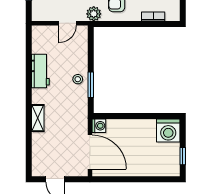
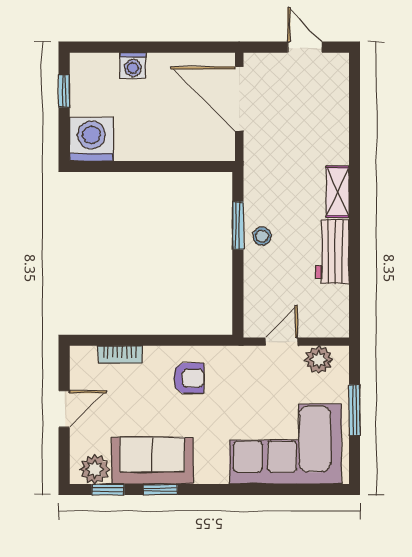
plant: (94, 14) -> (319, 360), moved
shelving: (38, 118) -> (338, 192), moved
washing machine: (99, 126) -> (133, 65), moved, turned -90

